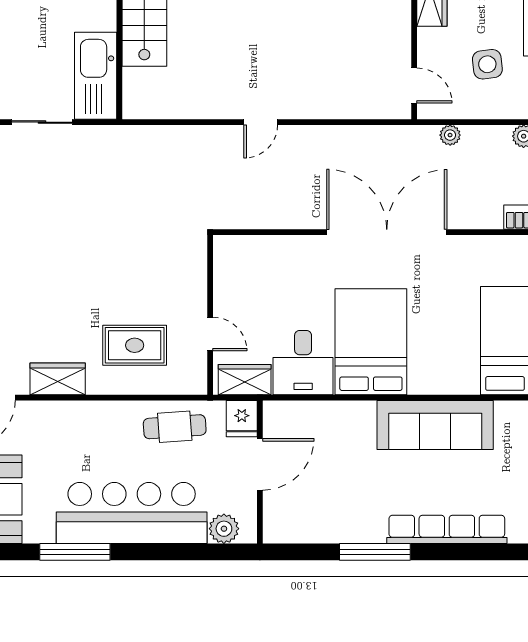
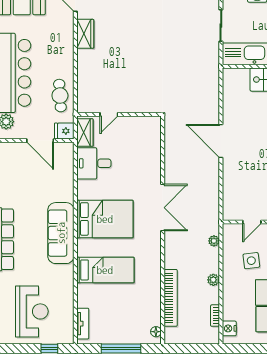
door: (414, 85) -> (252, 222), moved
door: (261, 122) -> (221, 141), width x1.88
double door: (387, 232) -> (163, 208), width x0.73
bed: (371, 342) -> (105, 219), moved
rug: (135, 345) -> (103, 74), removed

